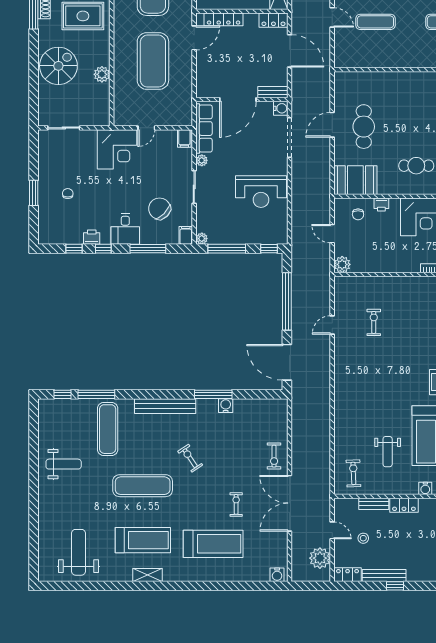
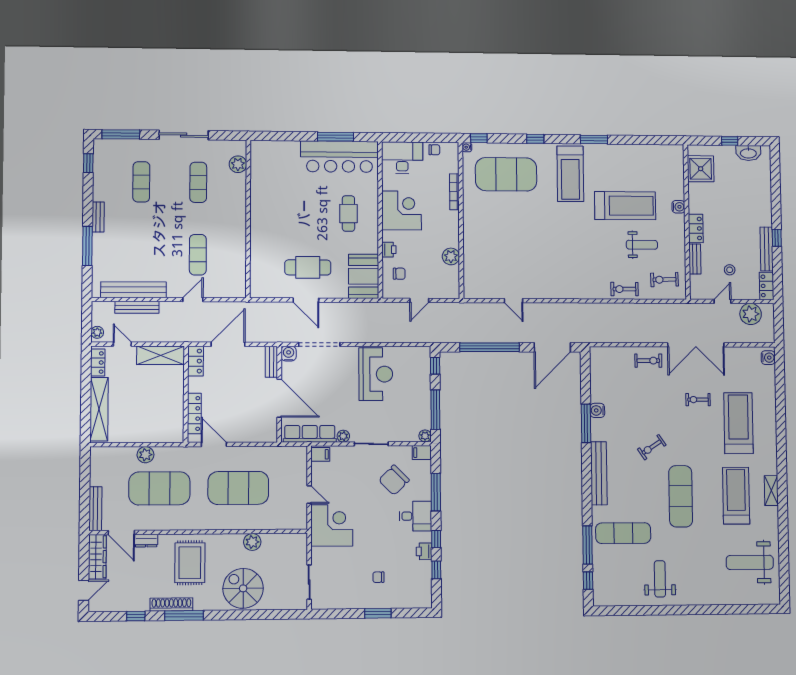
plant: (342, 264) -> (451, 256), moved
exercise bike: (374, 322) -> (624, 289), moved

